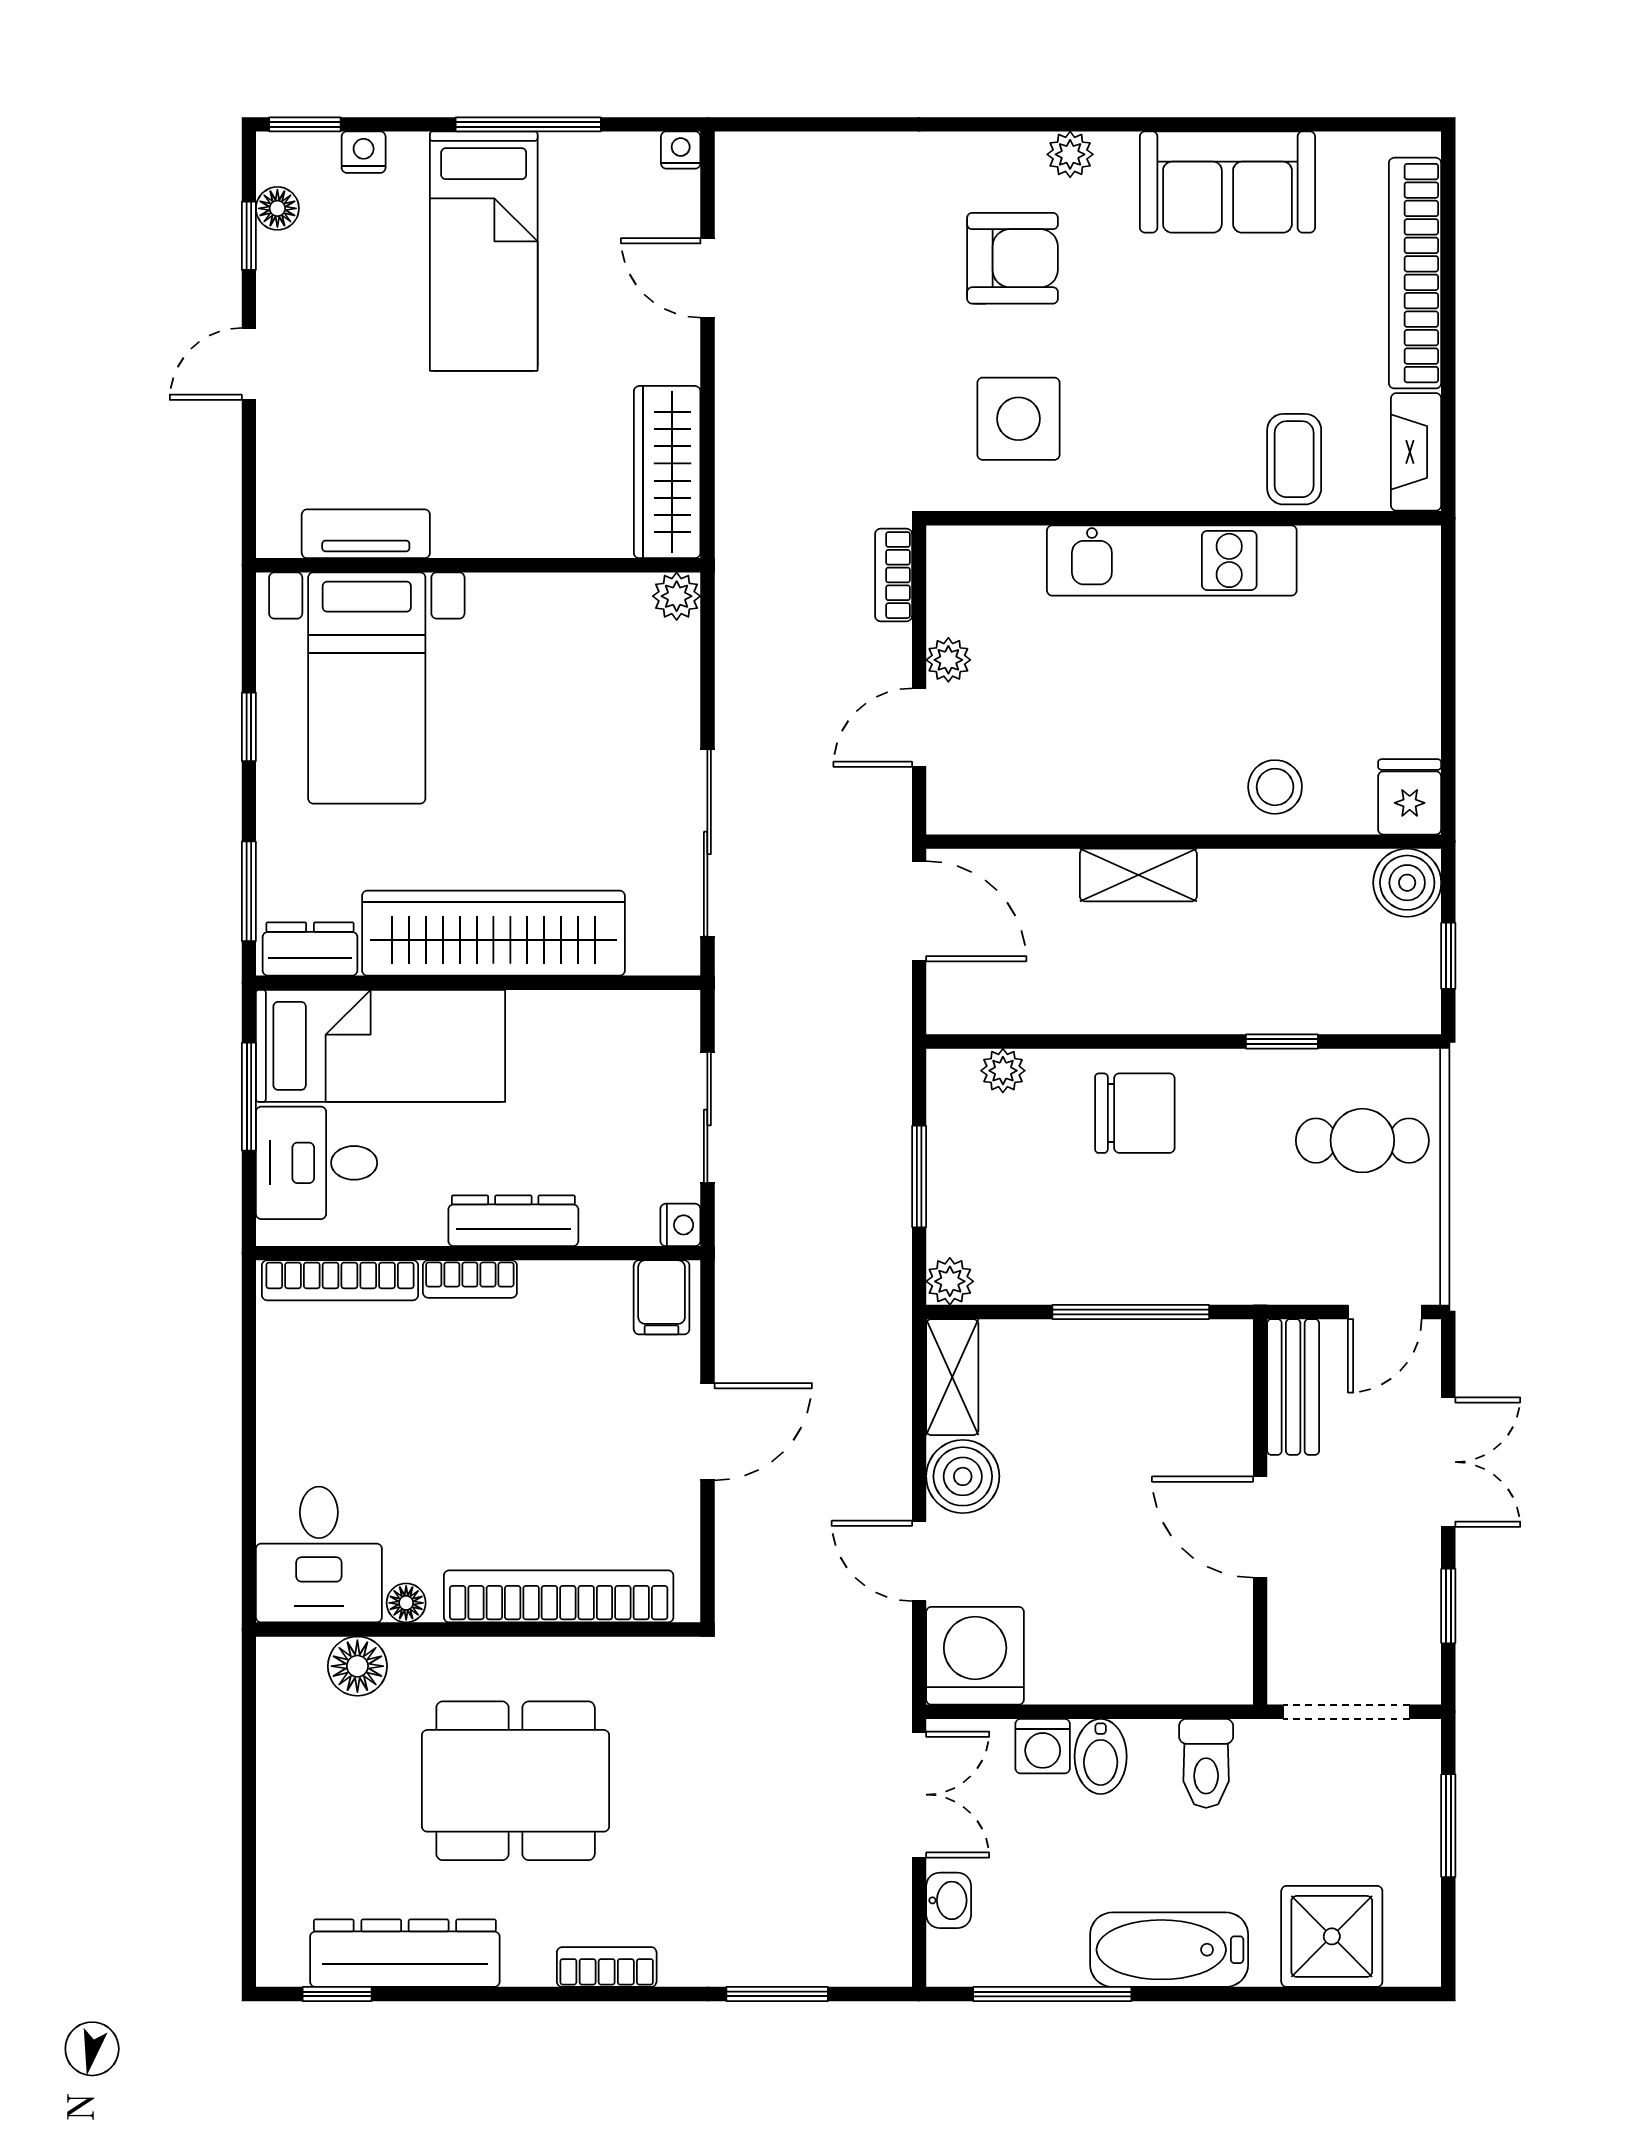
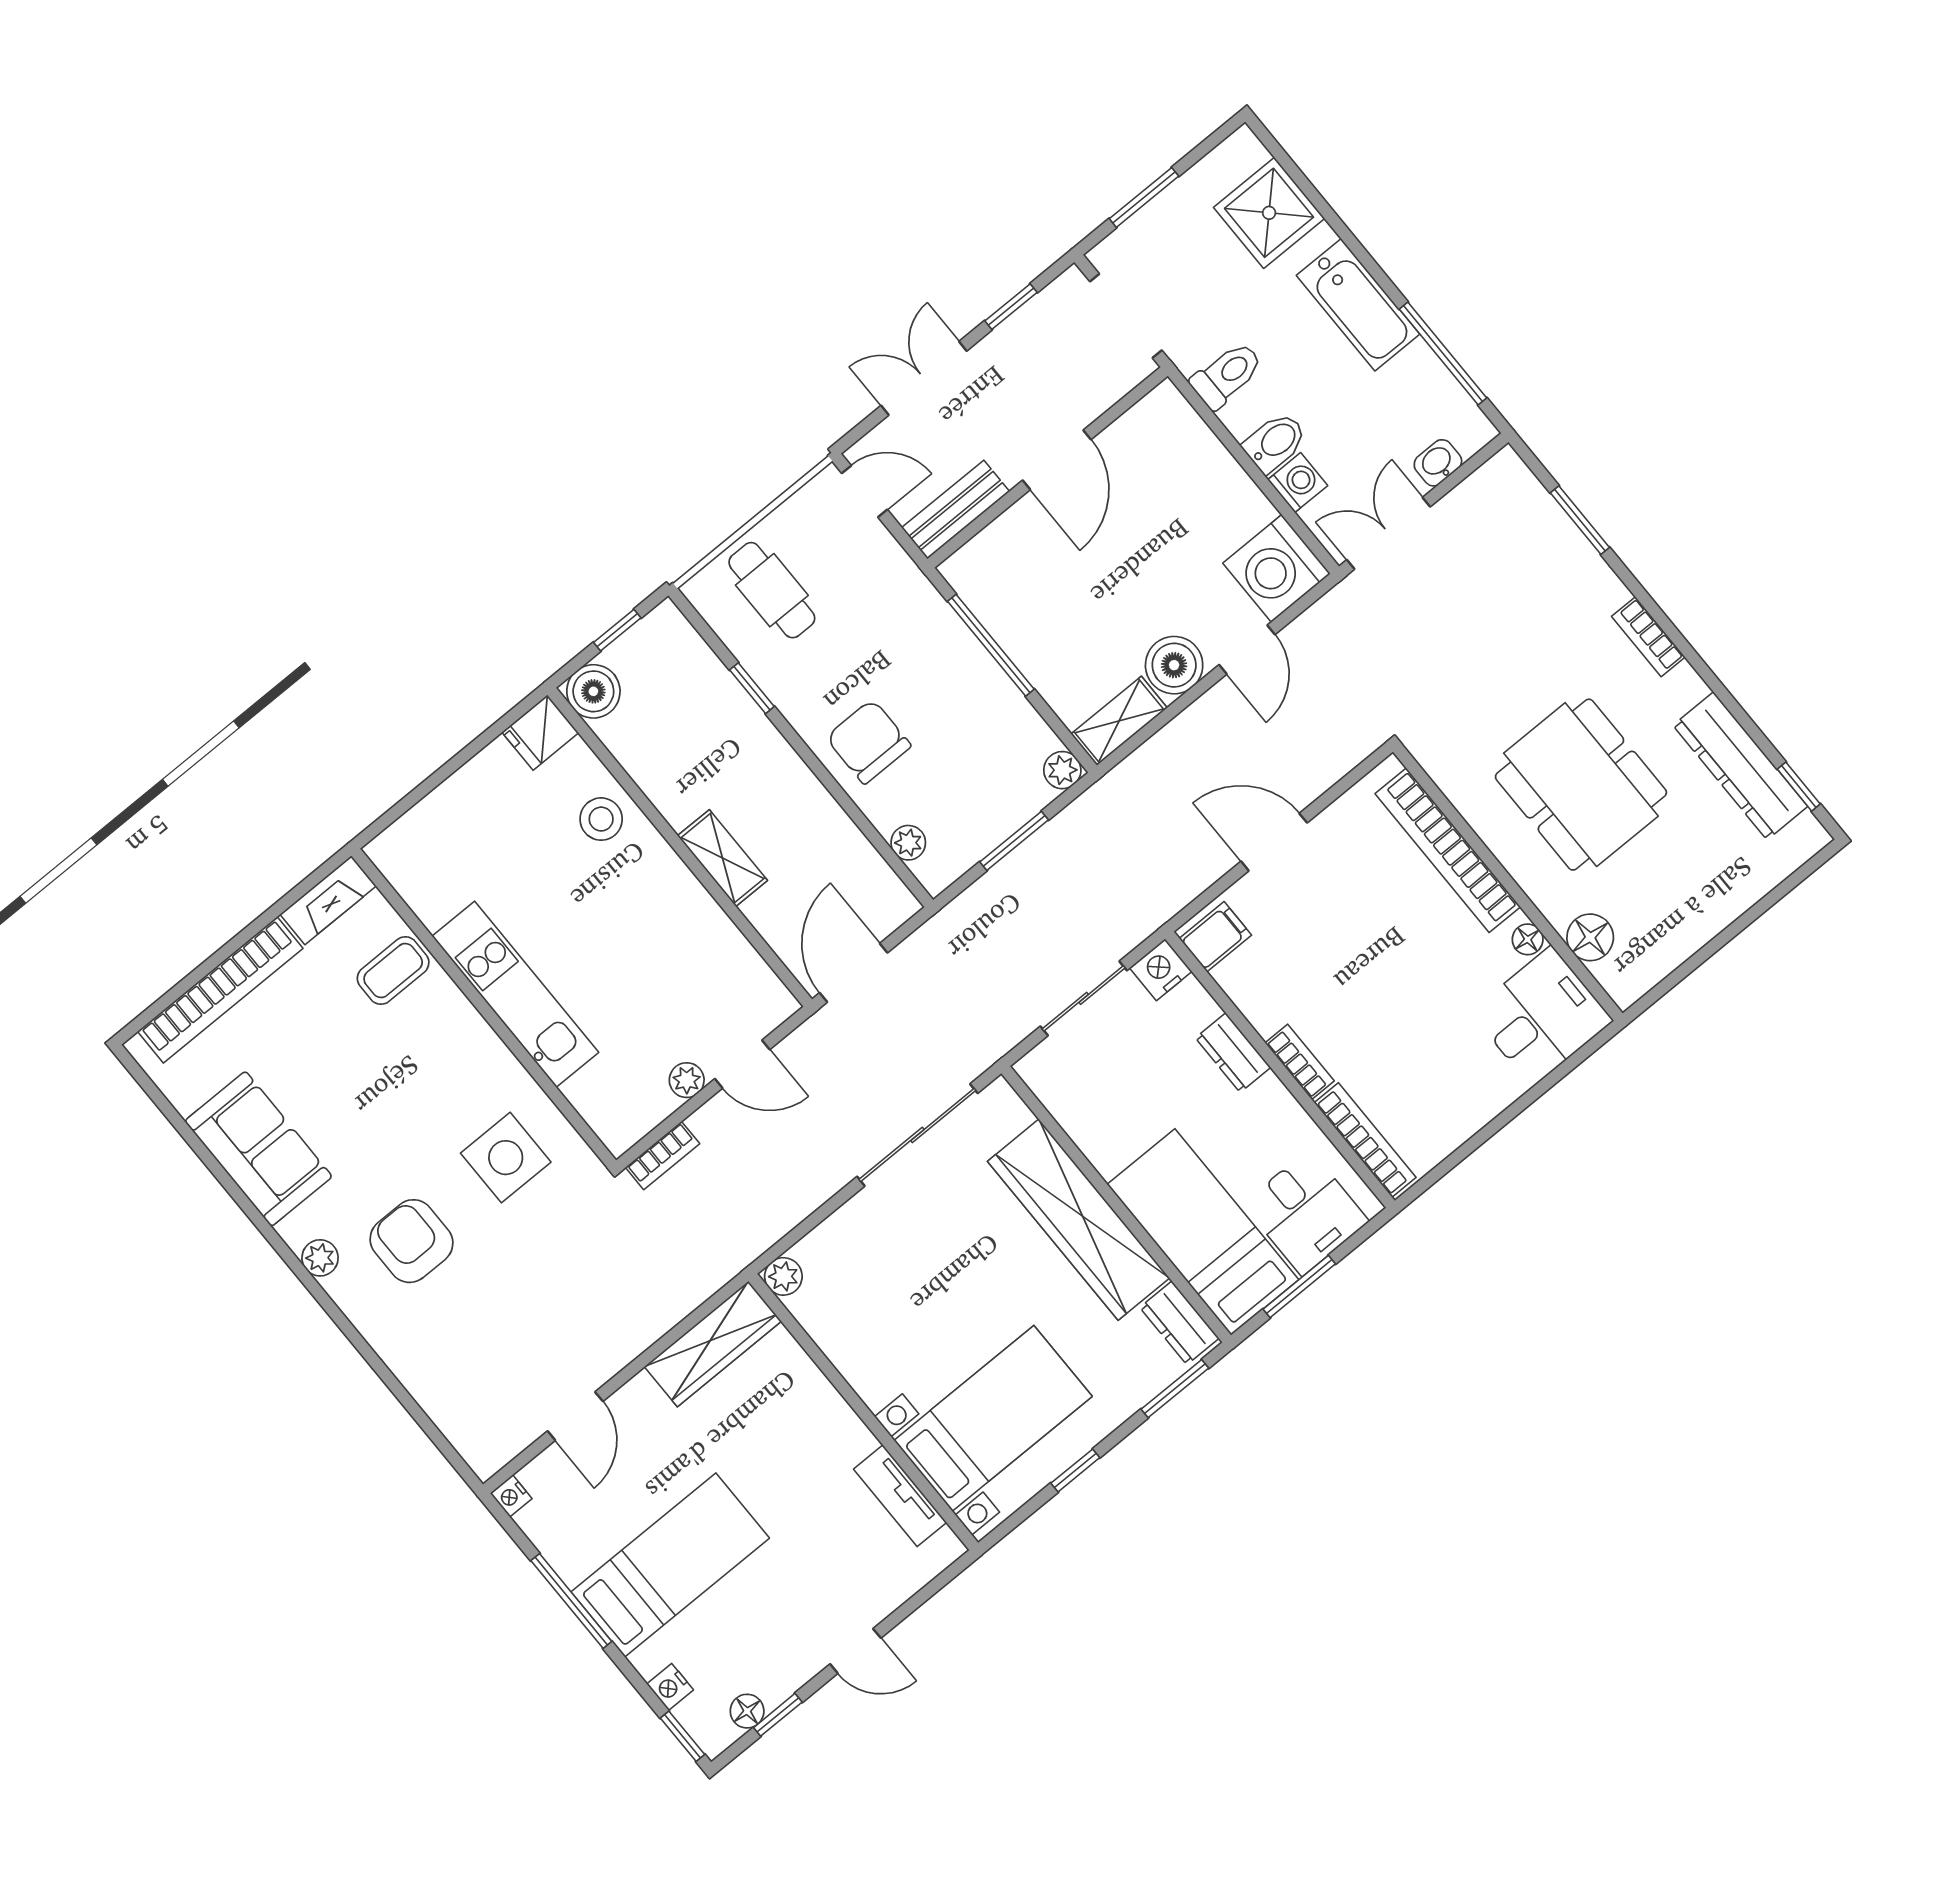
dresser: (513, 1221) -> (1233, 1053), width x0.70
nightstand: (680, 1225) -> (1161, 970), width x1.39, depth x1.35

